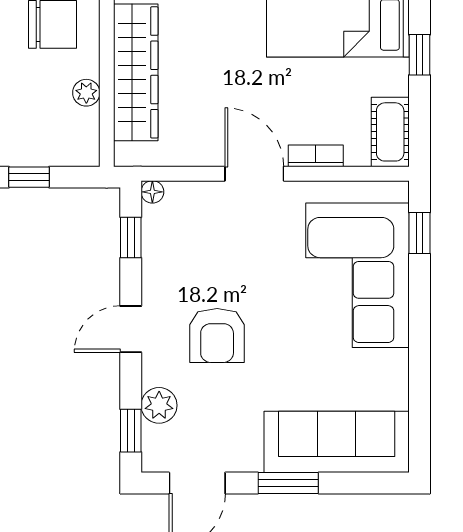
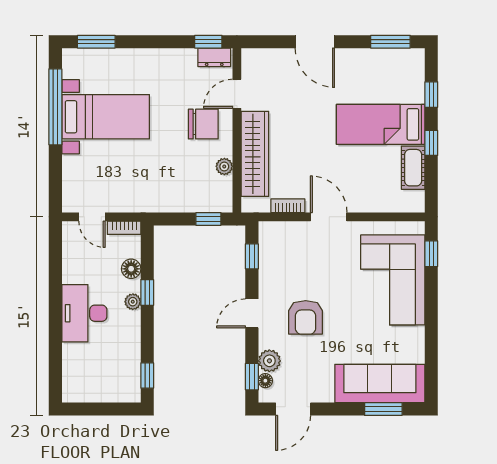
cot: (390, 132) -> (413, 168), moved
bookcase: (316, 156) -> (288, 206), moved
window: (29, 177) -> (208, 219), moved
floor lamp: (152, 192) -> (265, 381), moved
window: (288, 483) -> (383, 409), moved

